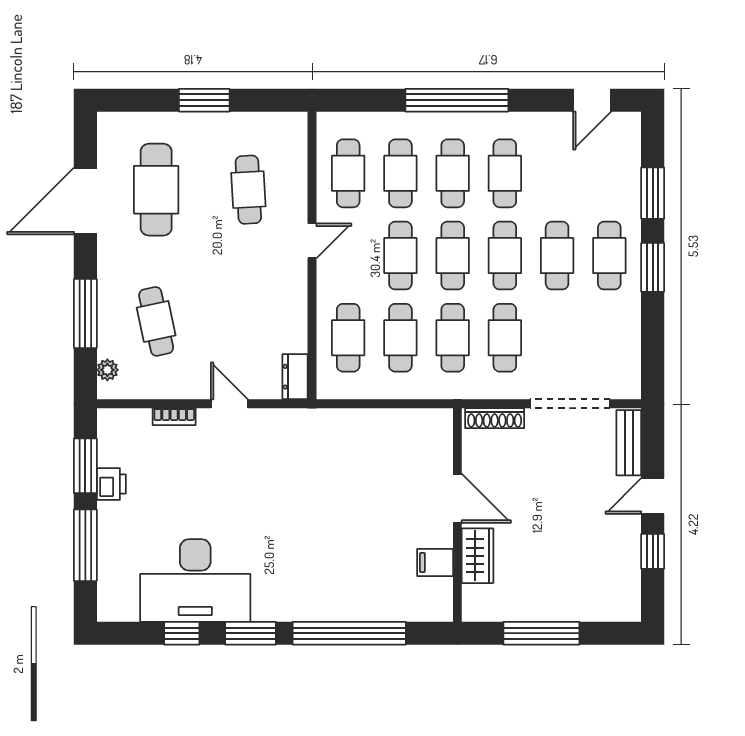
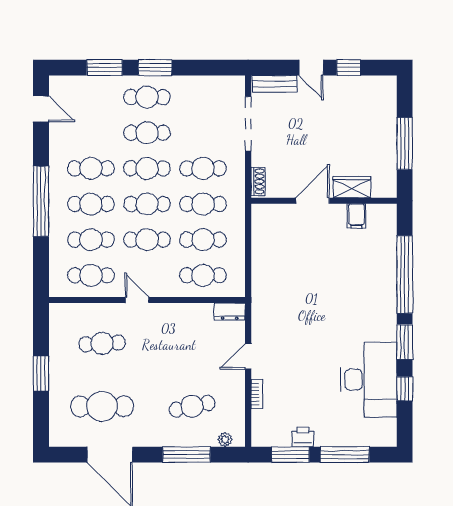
shoe rack: (495, 418) -> (258, 181), width x0.70

